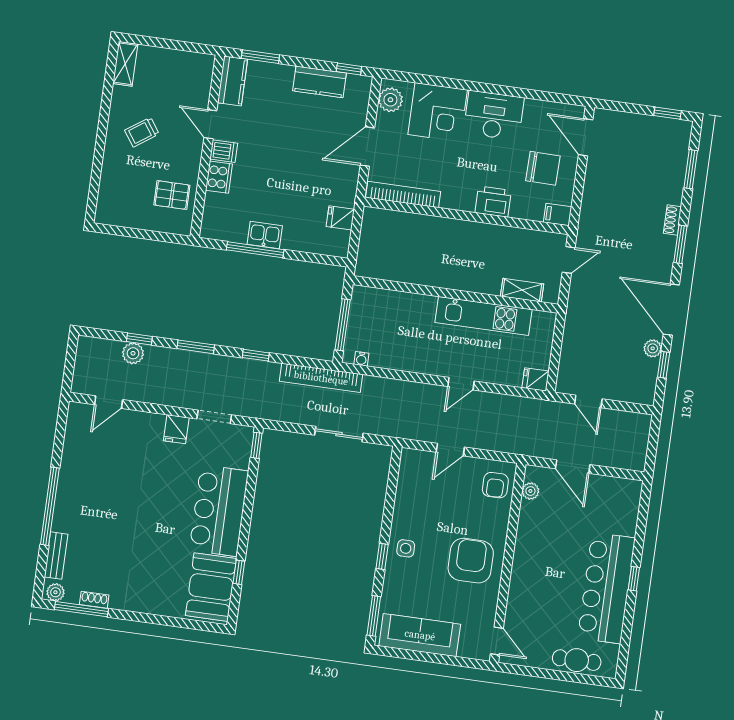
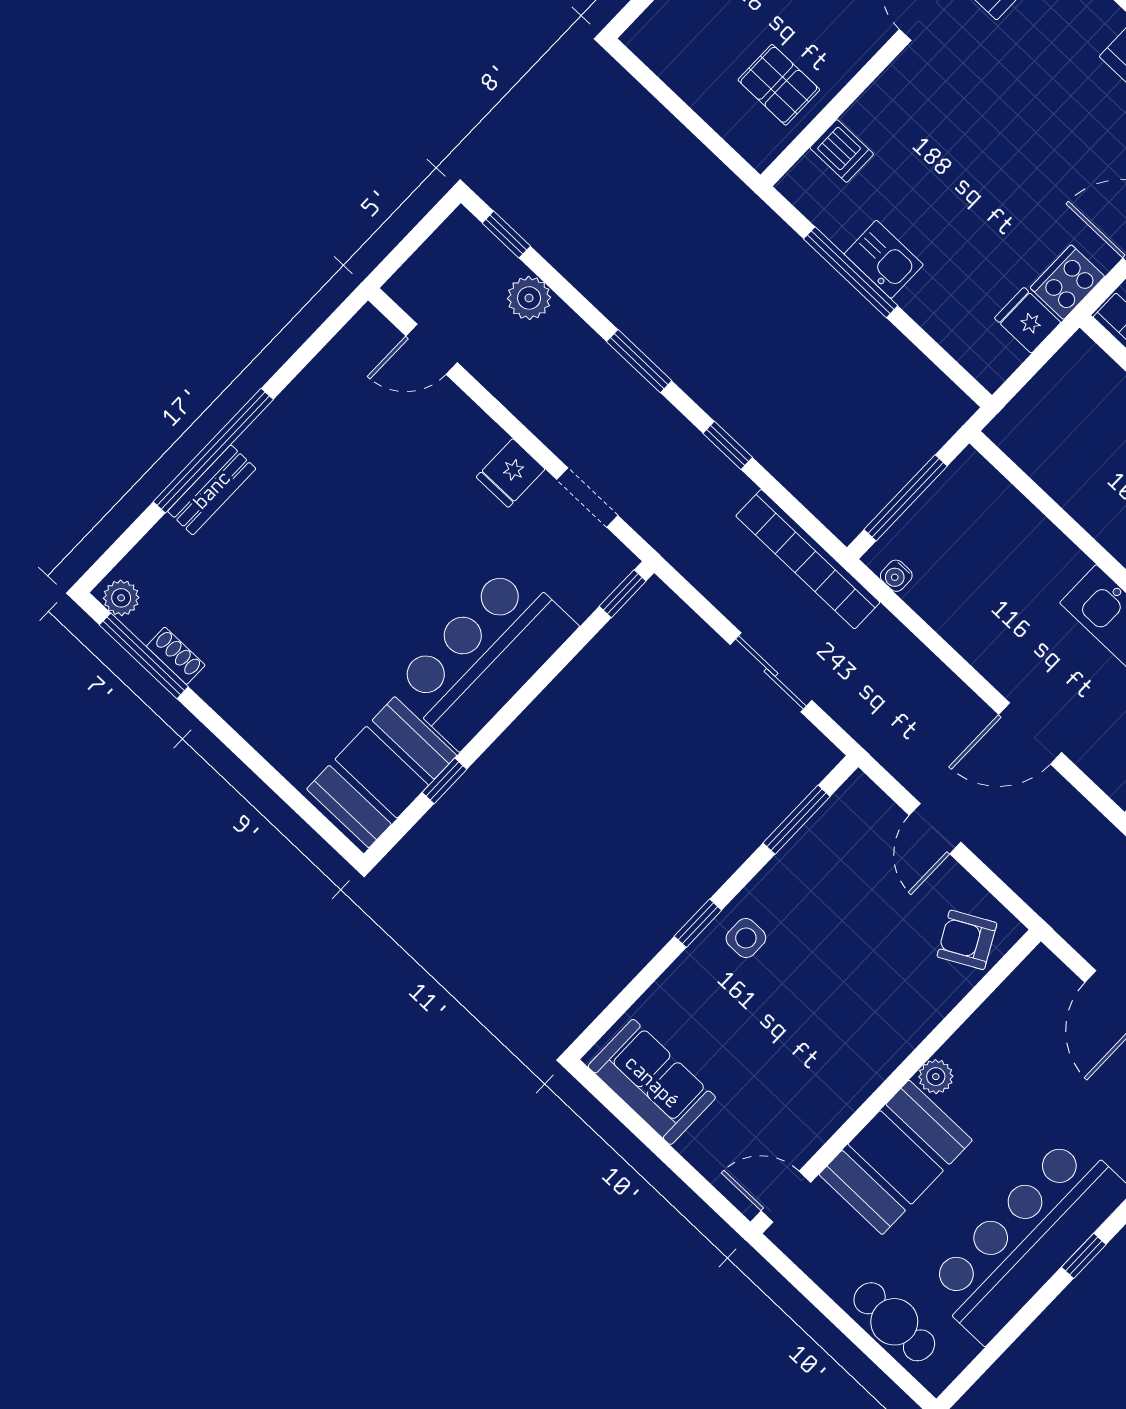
dishwasher: (224, 151) -> (842, 151), moved
cooker: (219, 177) -> (1067, 282), moved, turned 180
window: (139, 339) -> (506, 235), moved
door: (461, 384) -> (1030, 733), width x1.38
door: (450, 450) -> (935, 829), hinge flipped
armchair: (495, 485) -> (967, 940), turned 62
plant: (530, 491) -> (936, 1077), moved
bench: (56, 556) -> (212, 490), moved
armchair: (471, 561) -> (838, 1034), removed
booth: (530, 593) -> (896, 1157), added
window: (374, 616) -> (797, 820), moved
sofa: (420, 635) -> (652, 1082), width x0.73
door: (497, 641) -> (786, 1197), swing flipped

